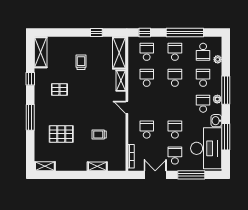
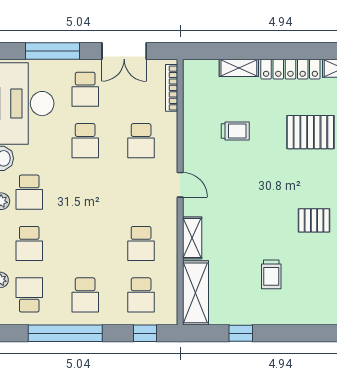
school desk: (175, 78) -> (85, 244), removed
locker: (71, 166) -> (290, 69), added

